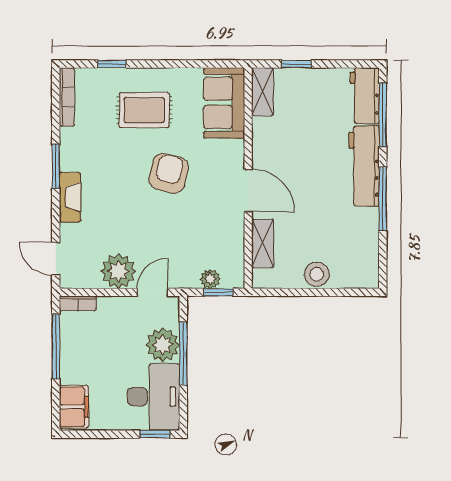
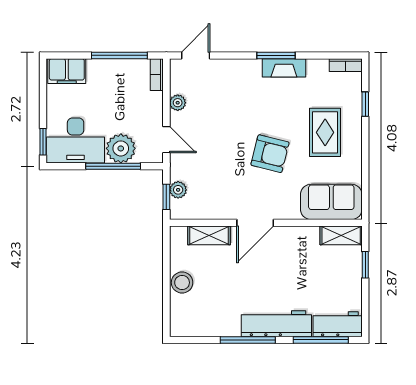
bookcase: (67, 97) -> (346, 65), width x0.64
fireplace: (70, 197) -> (284, 68), moved
plant: (118, 271) -> (178, 103), width x0.53, depth x0.53

